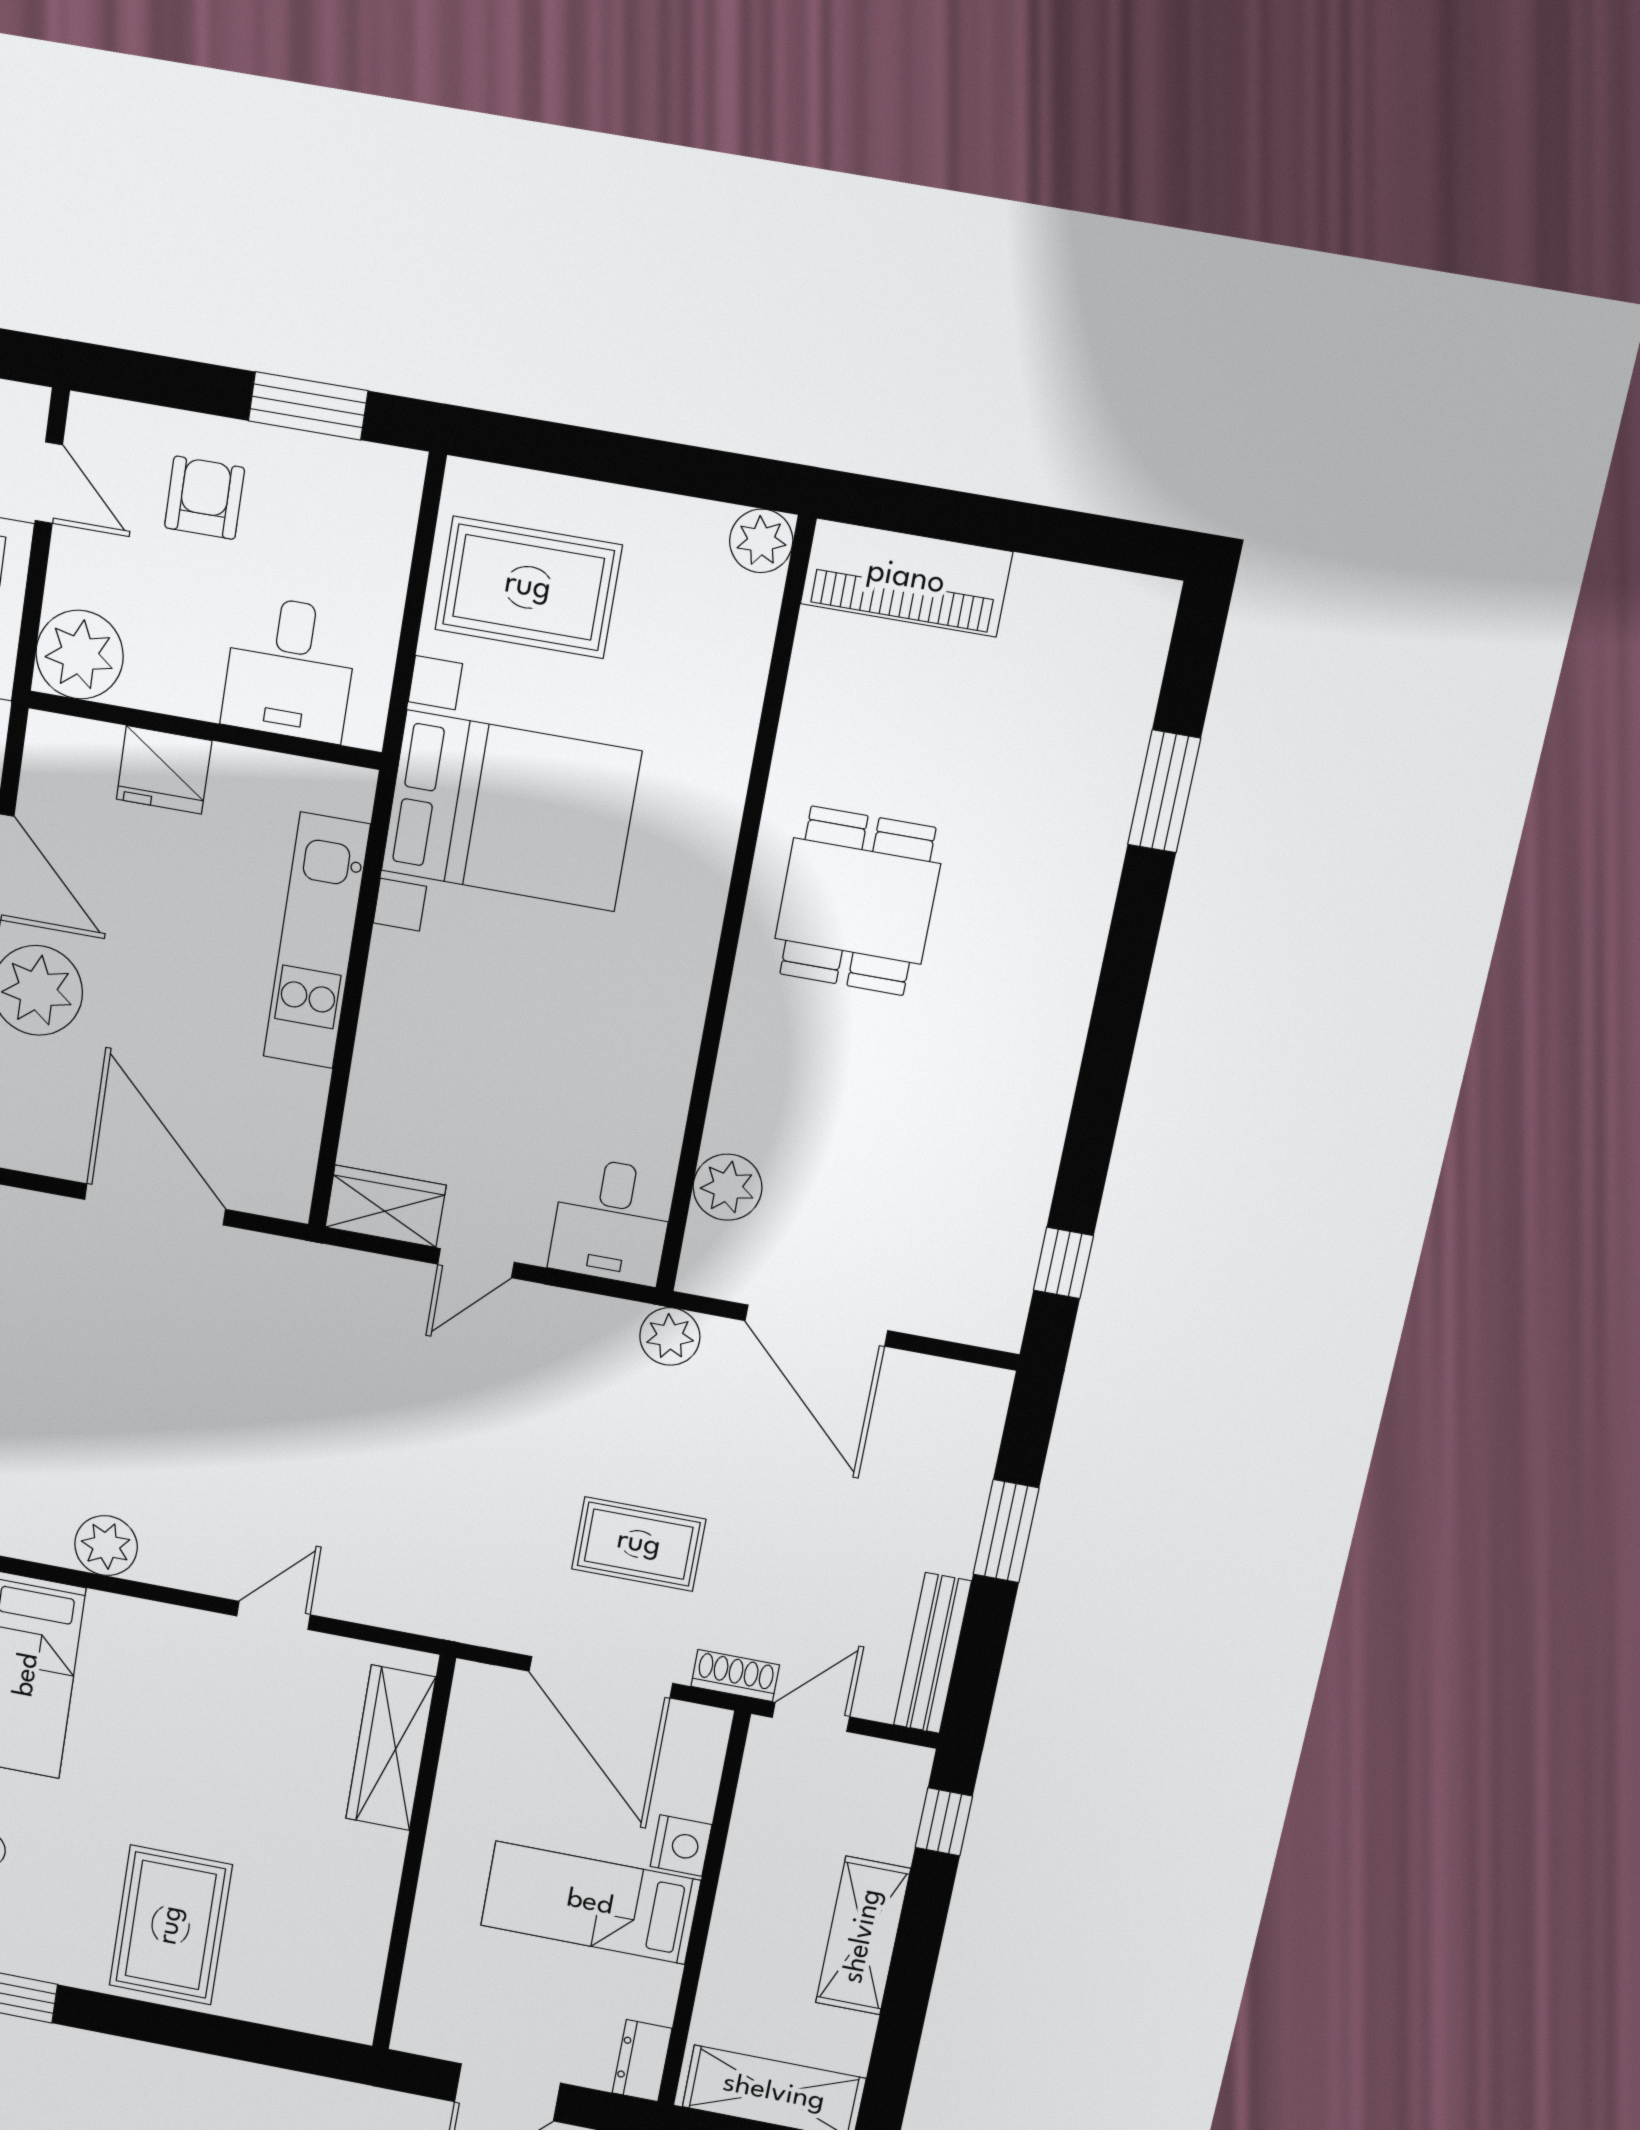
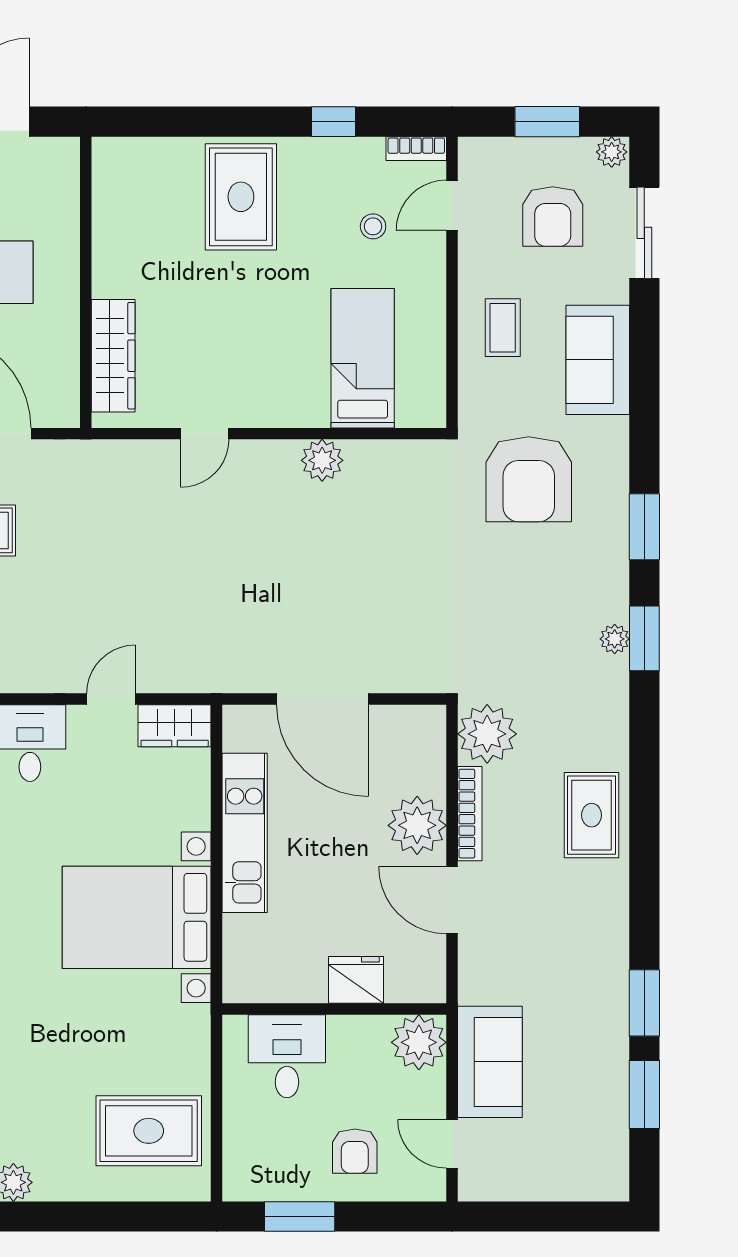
bed with nightstands: (511, 811) -> (137, 917), moved
kitchen unit: (317, 941) -> (245, 833), moved

